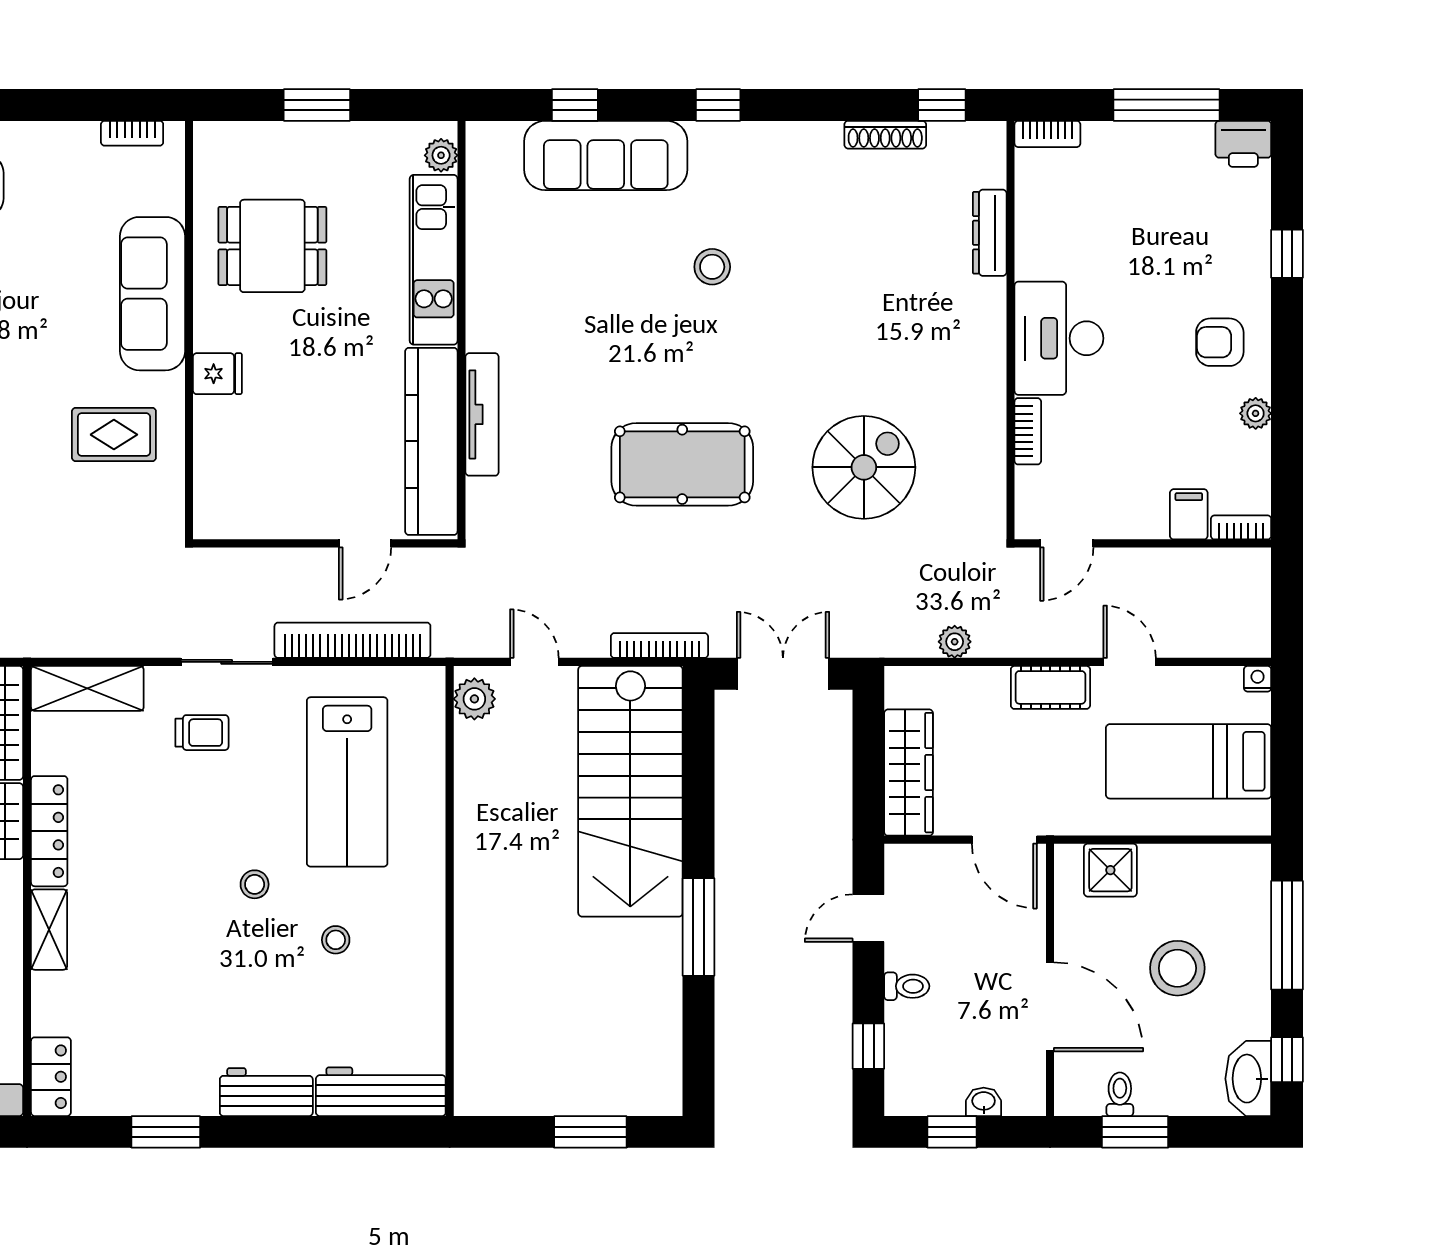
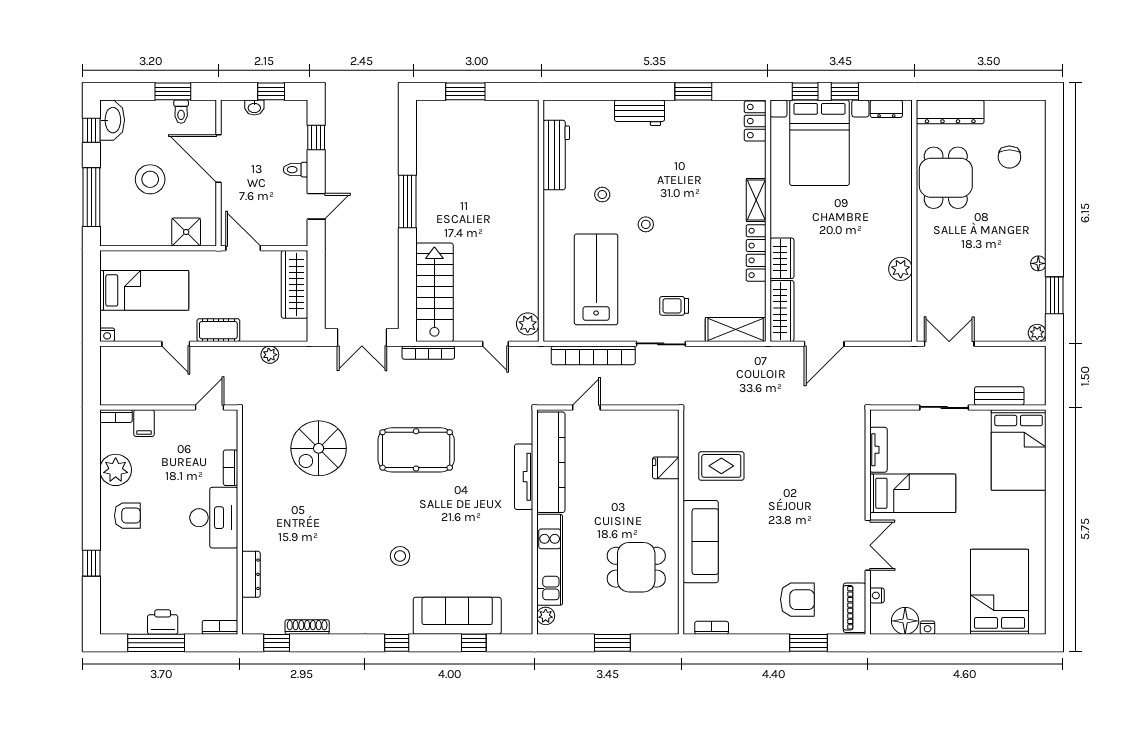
printer: (1243, 144) -> (163, 622), moved
fridge: (217, 374) -> (666, 468), moved
plant: (1256, 413) -> (116, 470), width x1.88, depth x1.88
stairs: (630, 791) -> (434, 292), width x0.73, depth x0.66
workbench: (381, 1092) -> (556, 155), moved, turned -90

